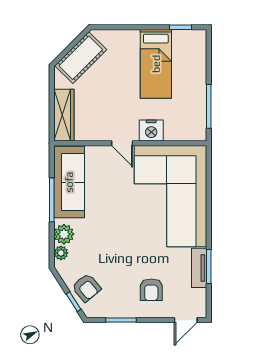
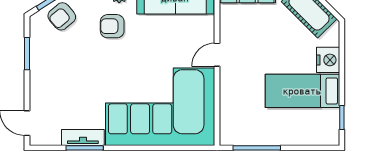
nightstand: (151, 130) -> (328, 60), moved, turned 180
armchair: (151, 290) -> (112, 26), moved

